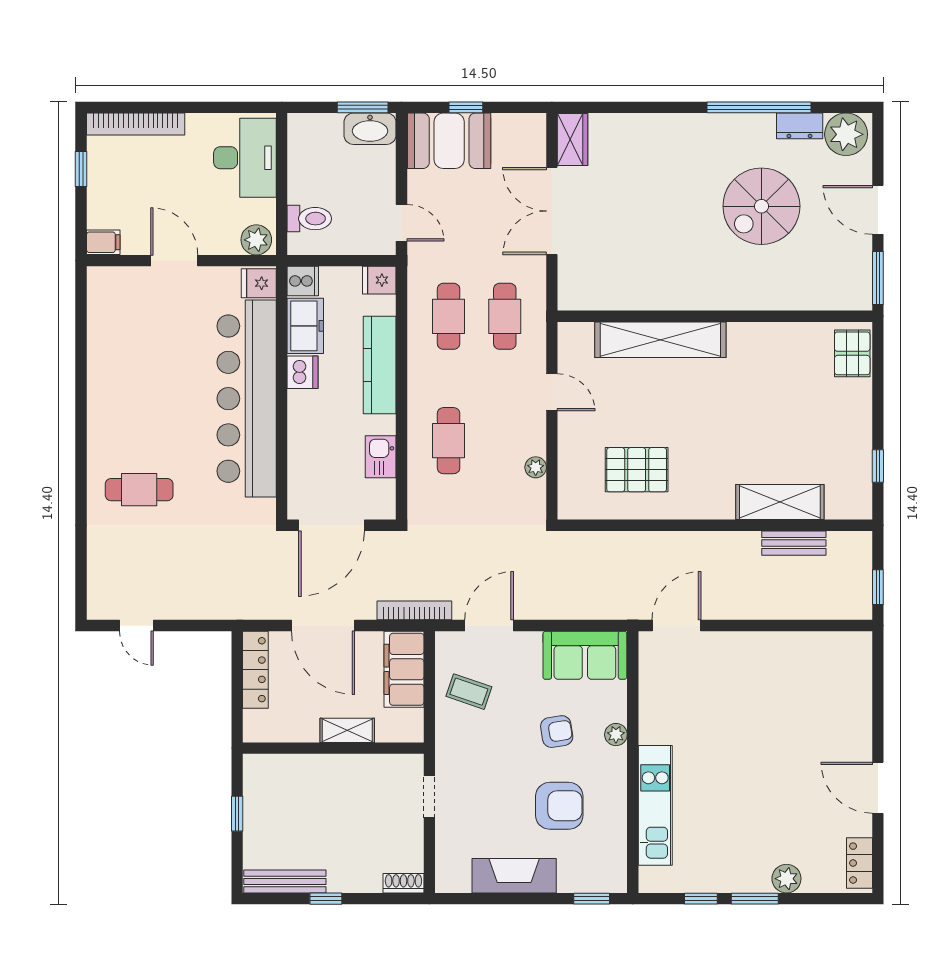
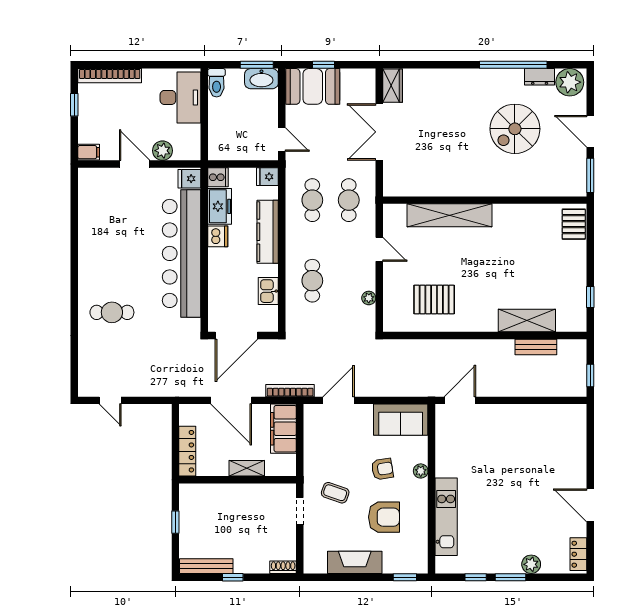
toilet: (309, 219) -> (217, 83), moved, turned 90
plant: (256, 240) -> (162, 151), moved
locker: (255, 670) -> (187, 451), moved
coffee table: (469, 692) -> (335, 493), moved

